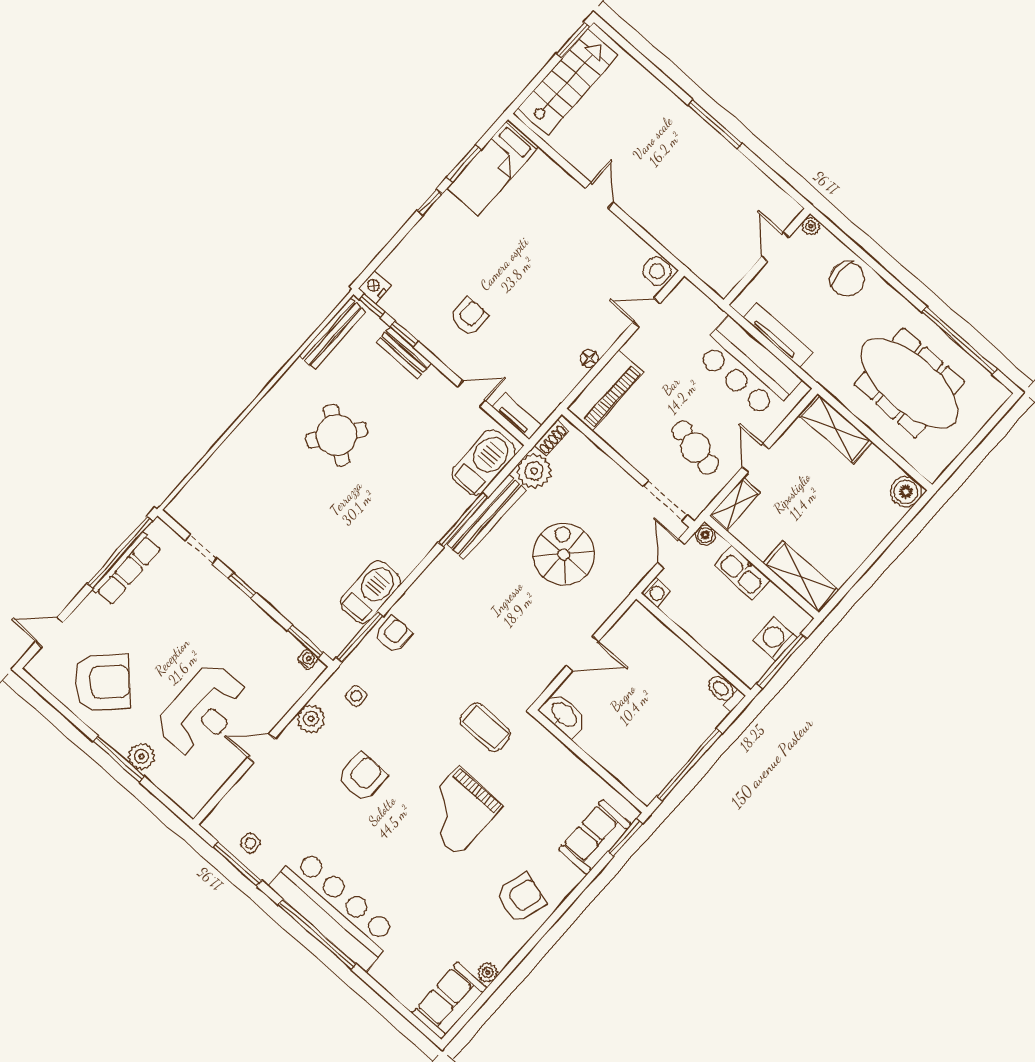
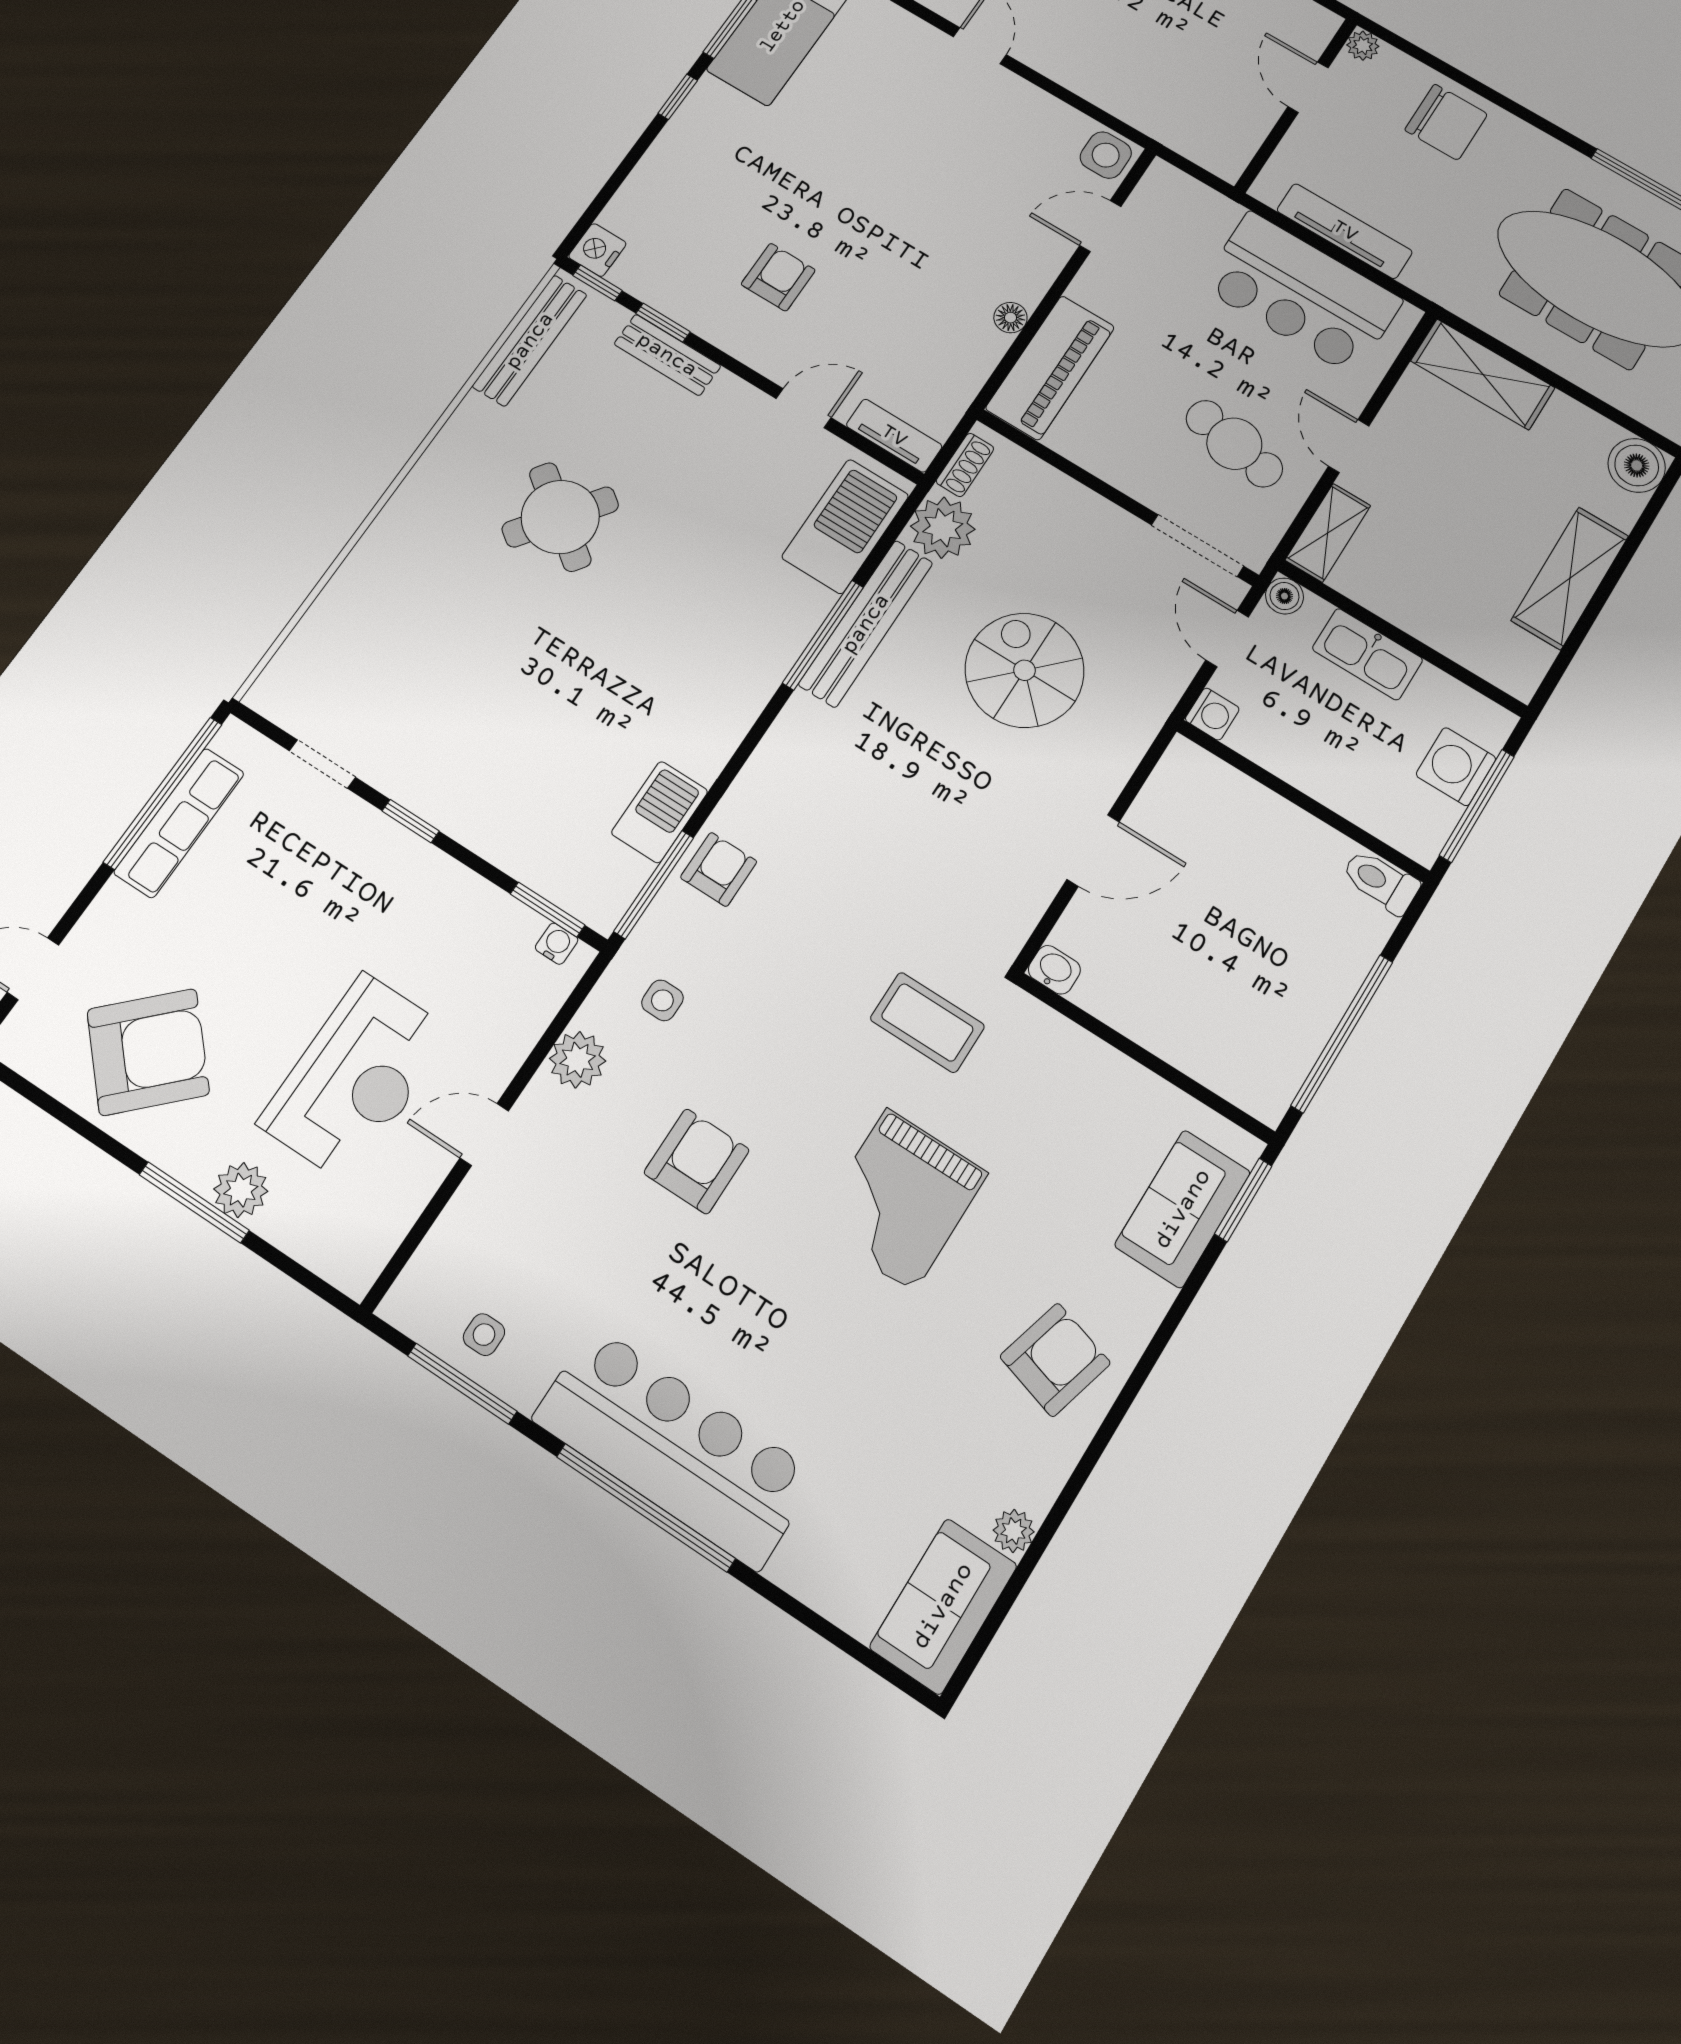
shelving: (801, 577) -> (1570, 578), moved, turned 90
barbecue: (371, 592) -> (660, 812), width x0.73, depth x0.83
washbasin: (563, 715) -> (1054, 970), width x0.52, depth x0.69

